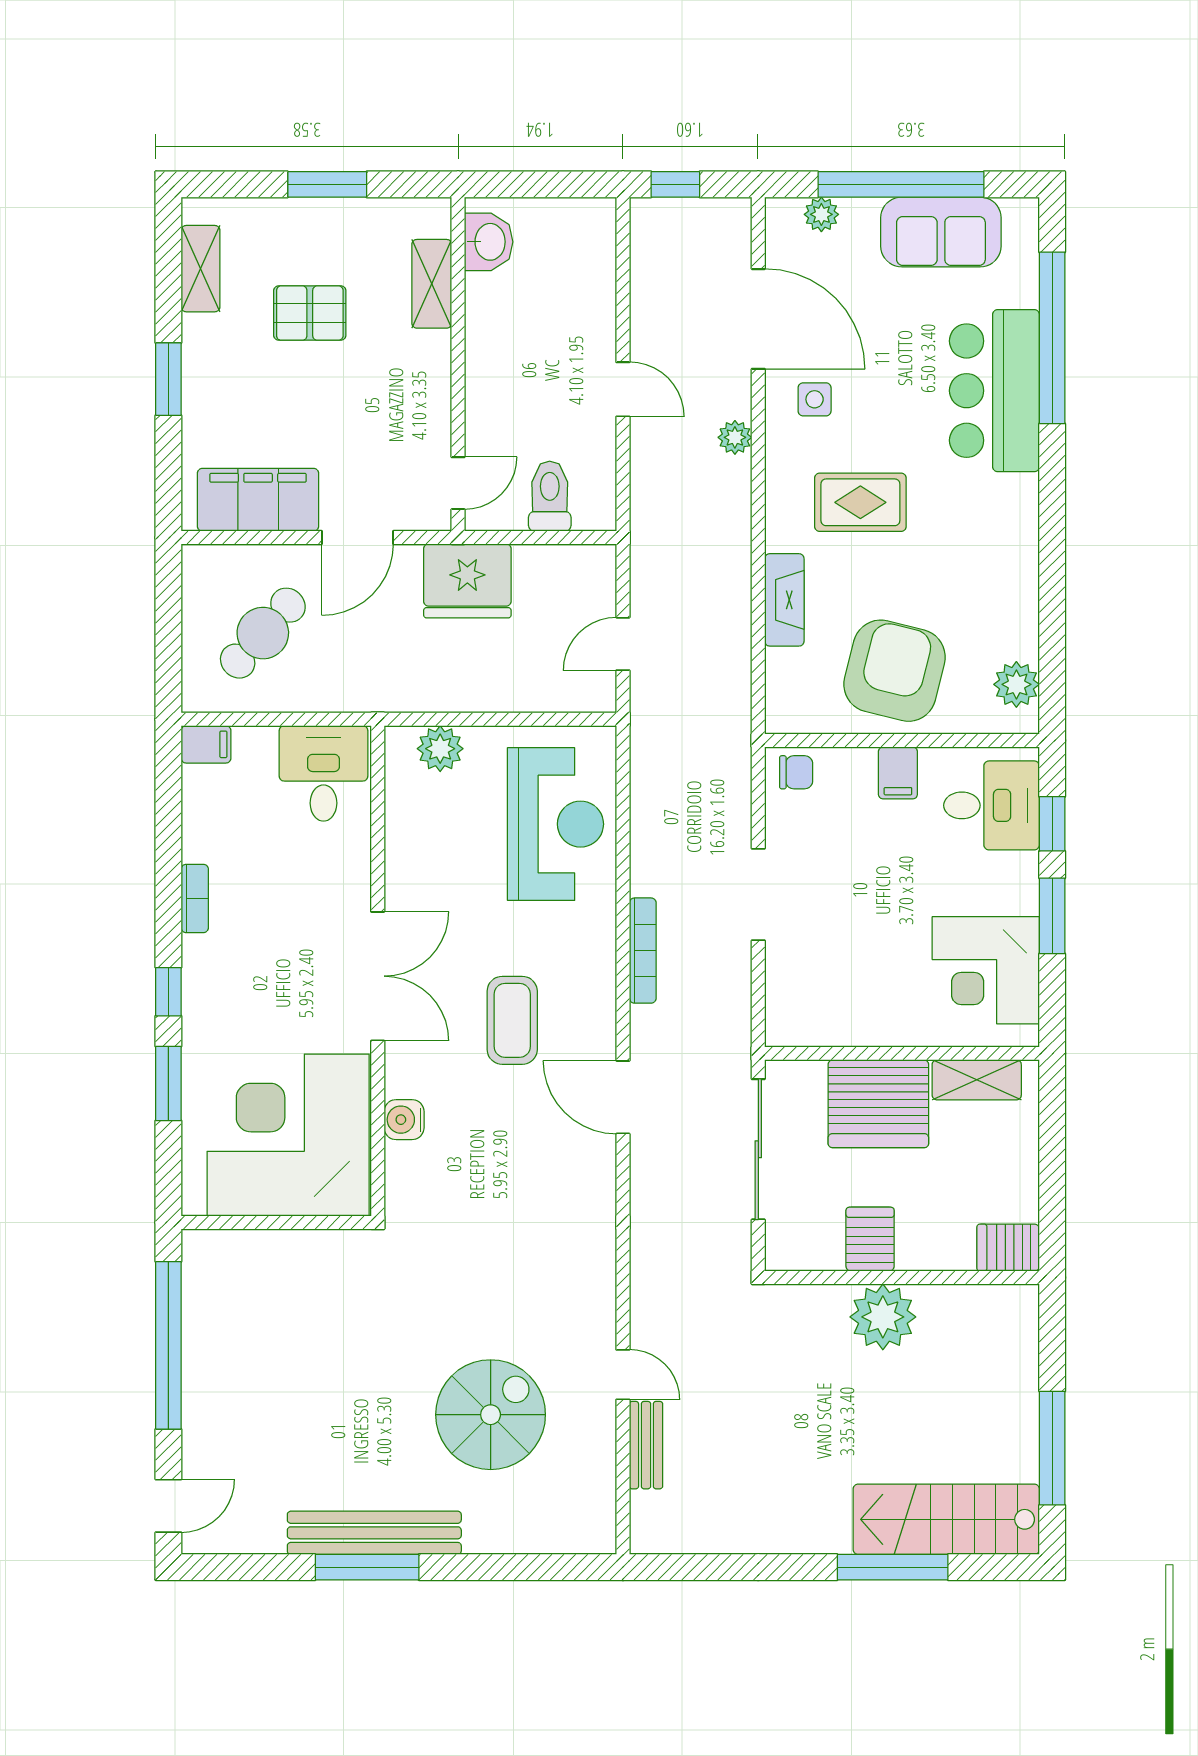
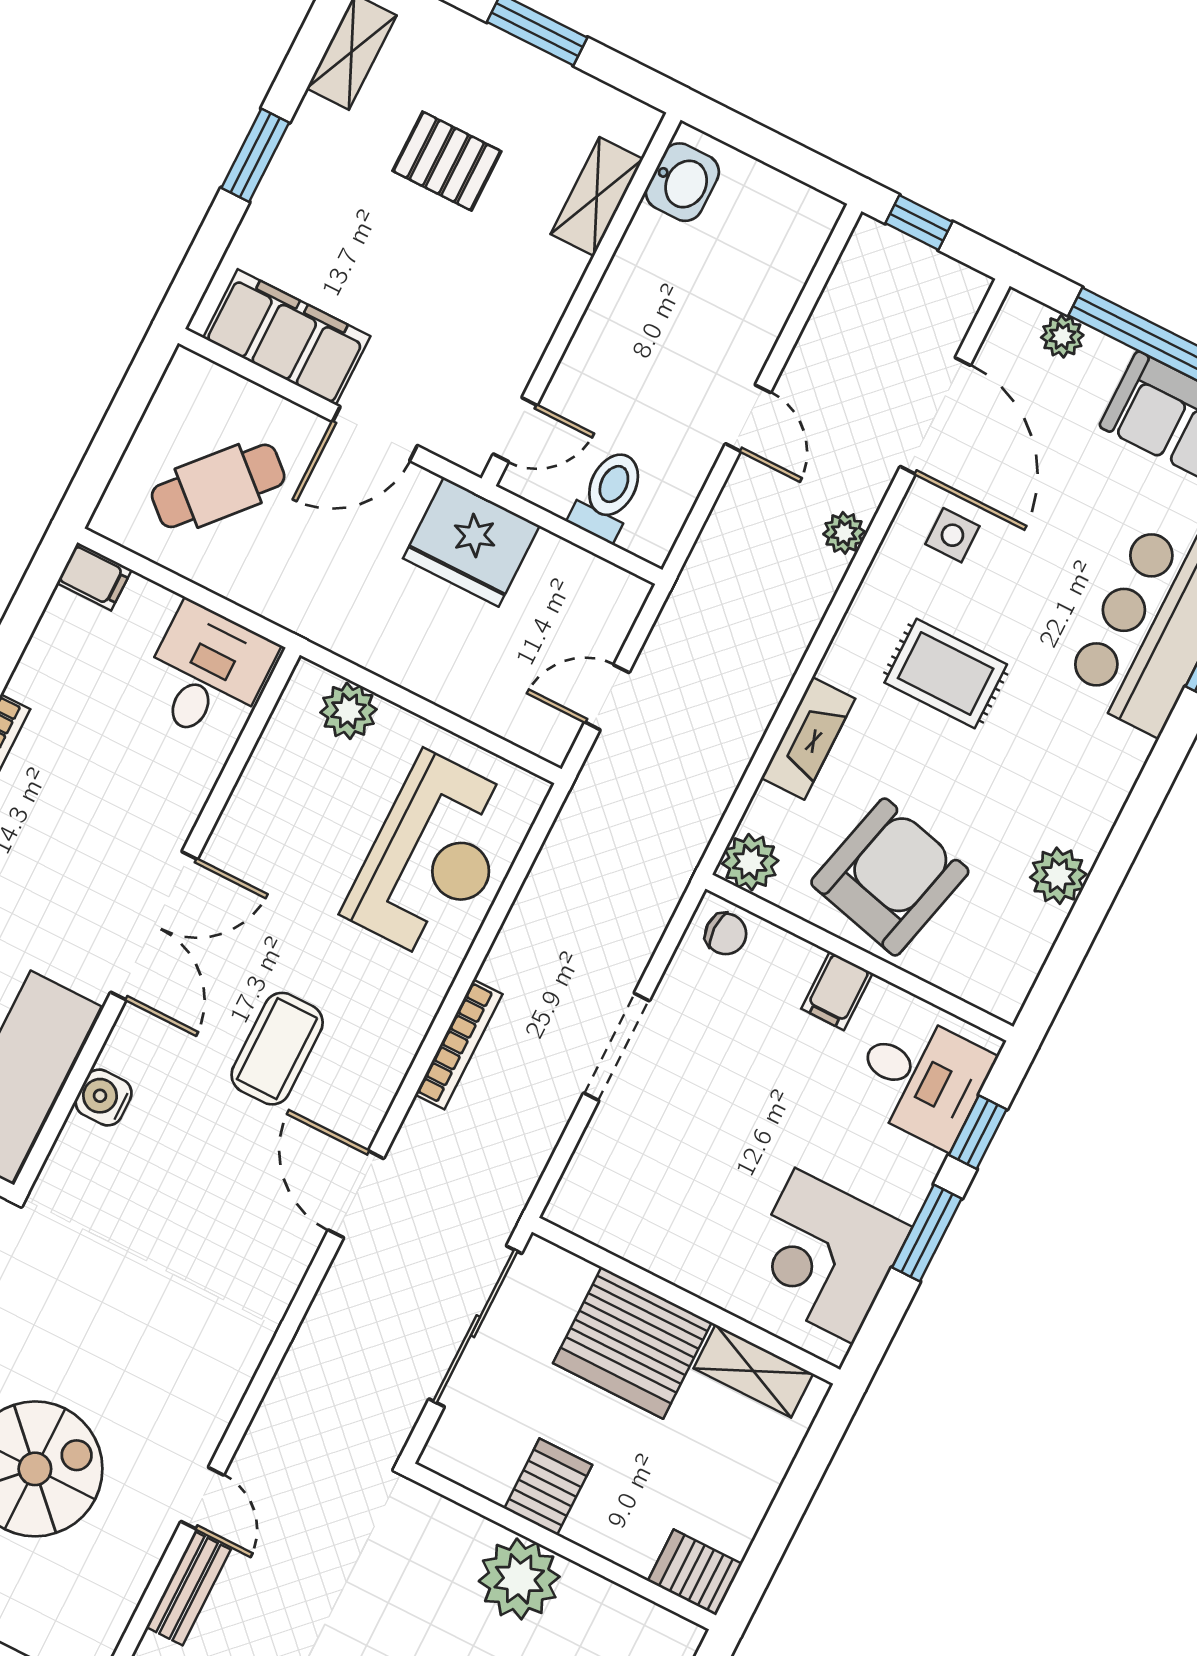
plant: (1016, 684) -> (1058, 876), moved
plant: (788, 711) -> (750, 862), added

